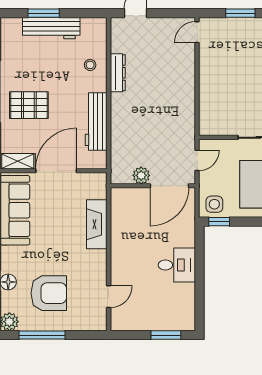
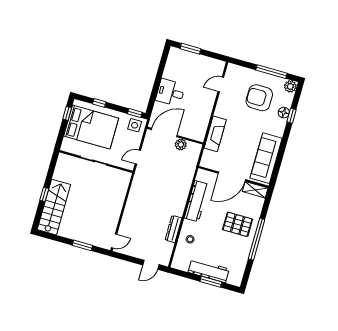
plant: (141, 175) -> (181, 144), moved
wall: (153, 186) -> (175, 136), moved
door: (169, 186) -> (164, 133), moved

